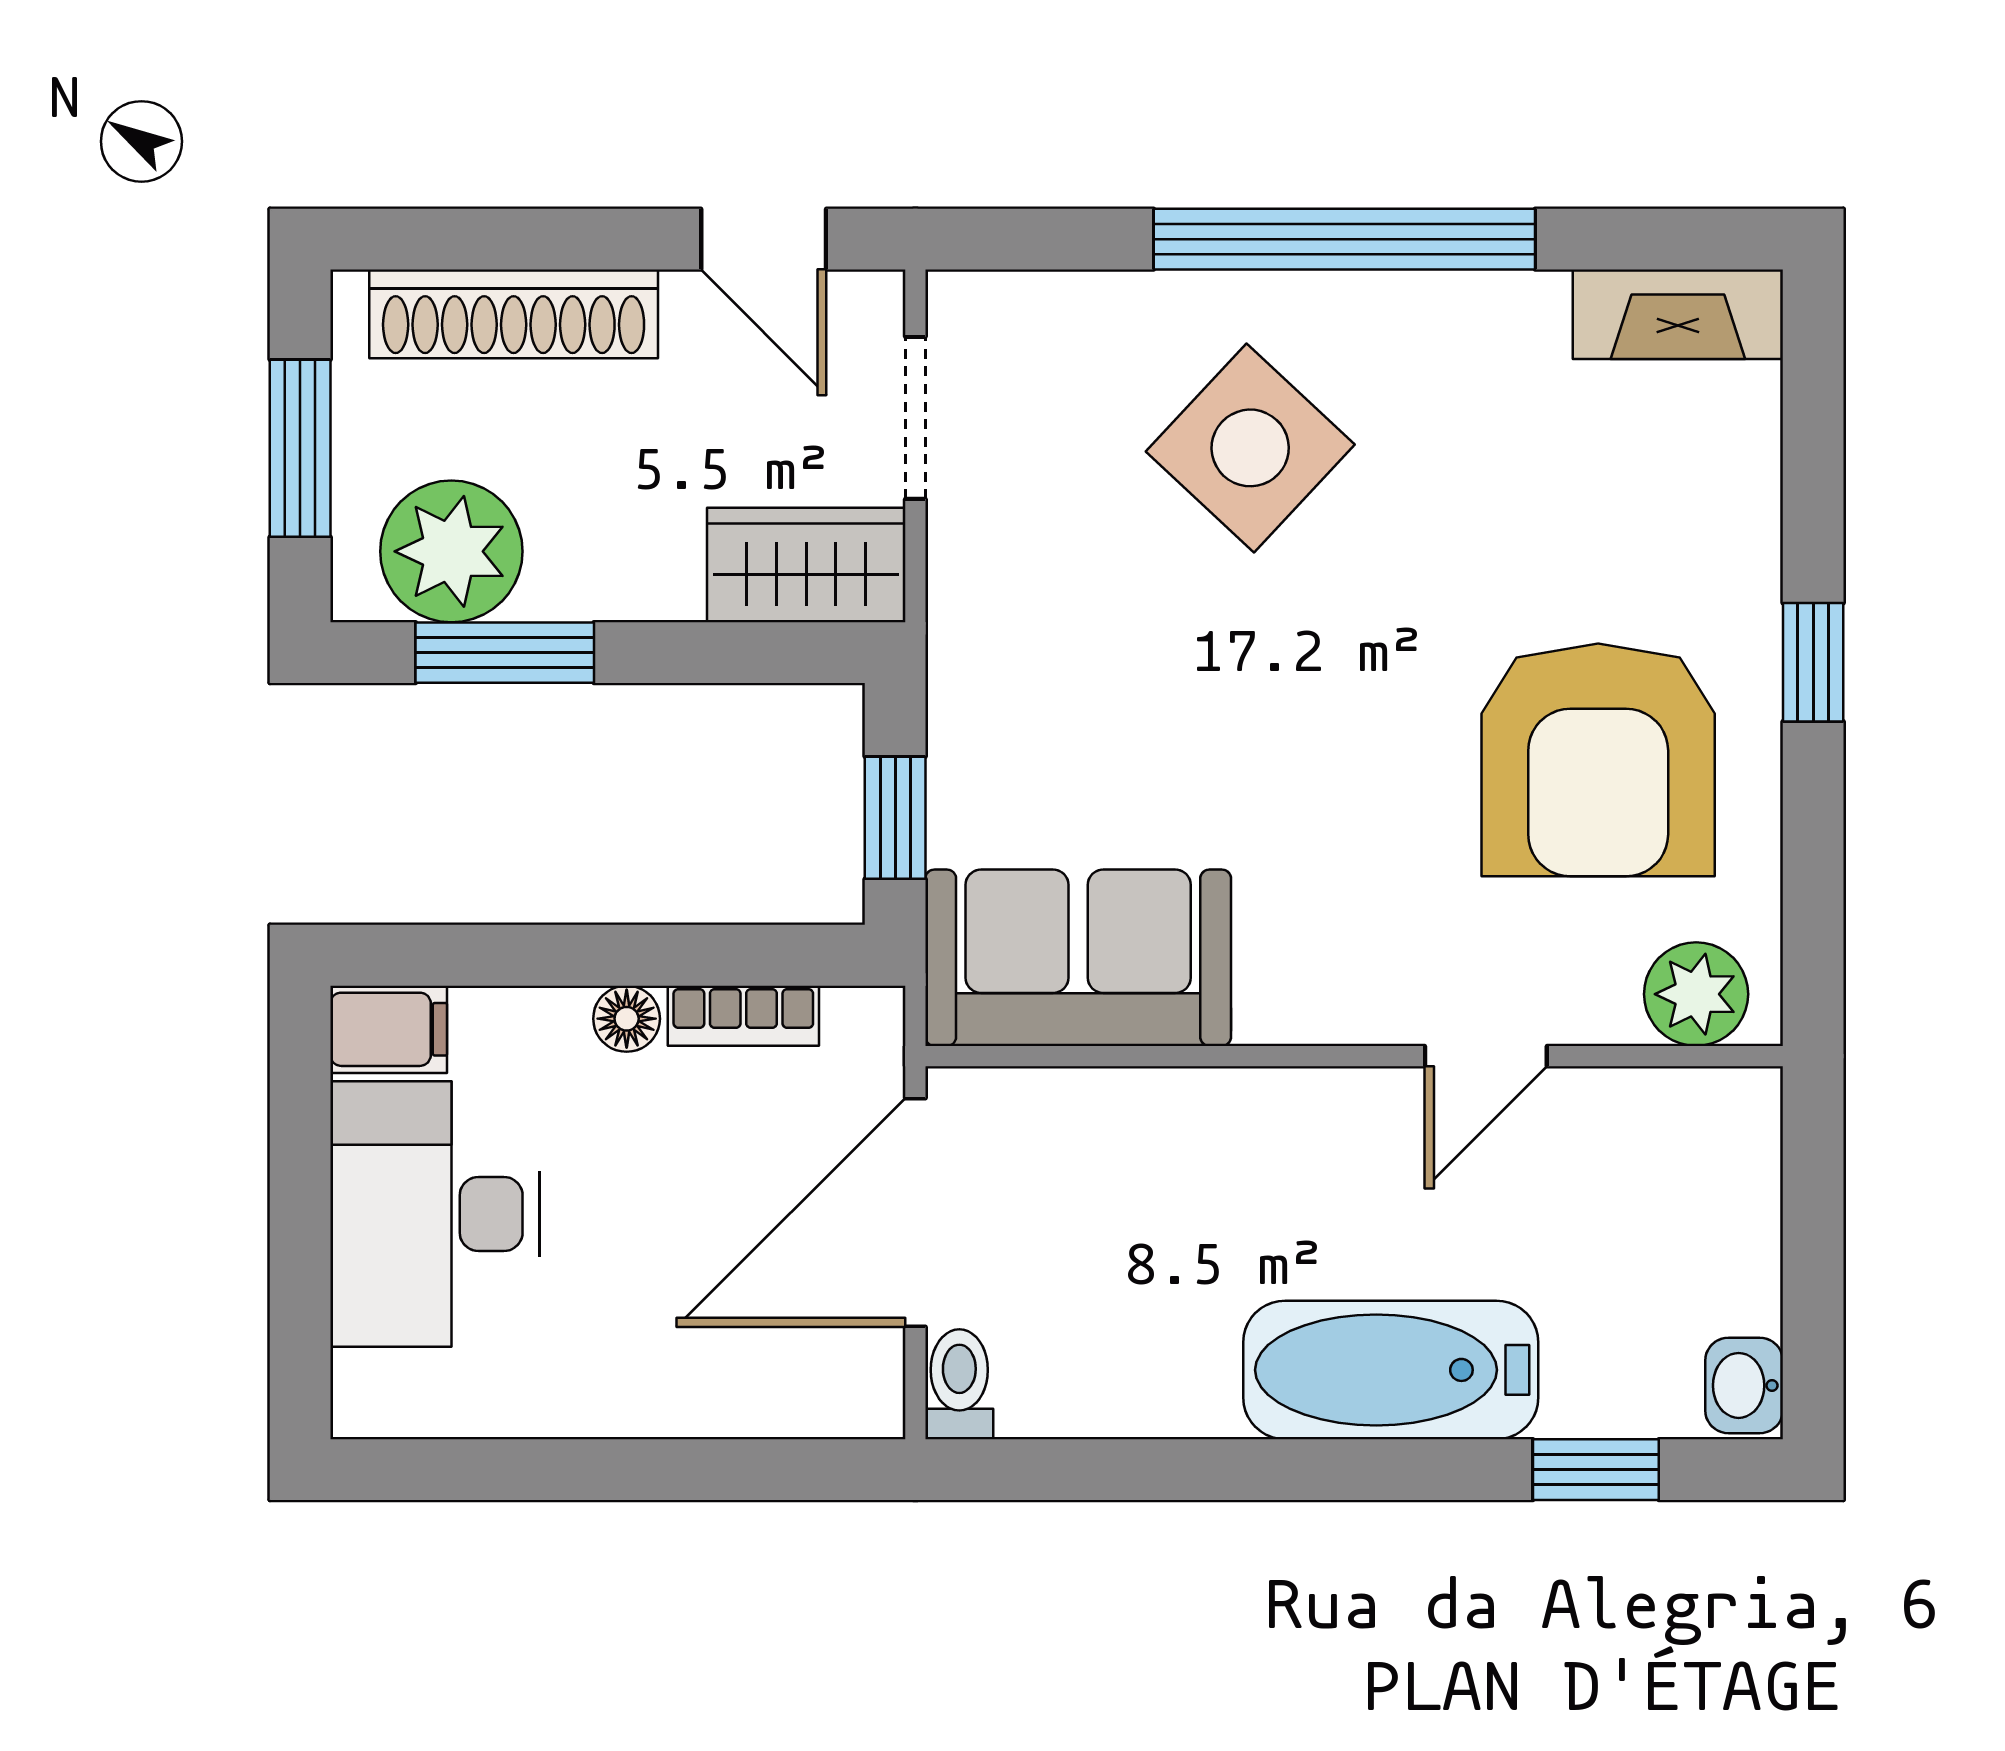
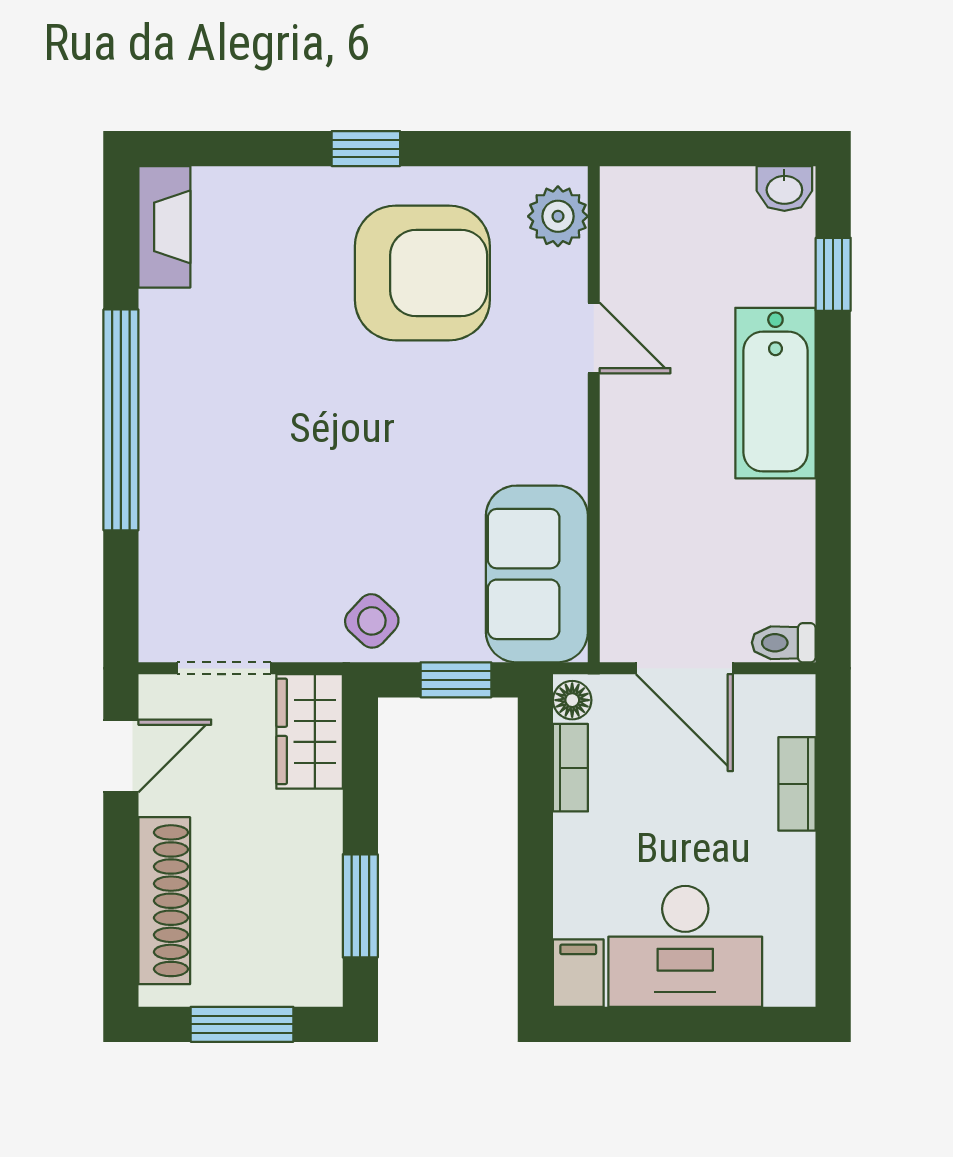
side table: (1250, 448) -> (372, 621), moved, width x0.54, depth x0.54
plant: (451, 551) -> (302, 937), removed
floor lamp: (627, 1019) -> (572, 700), moved
door: (915, 1213) -> (684, 668), width x0.73
bookcase: (715, 1407) -> (797, 784), added

